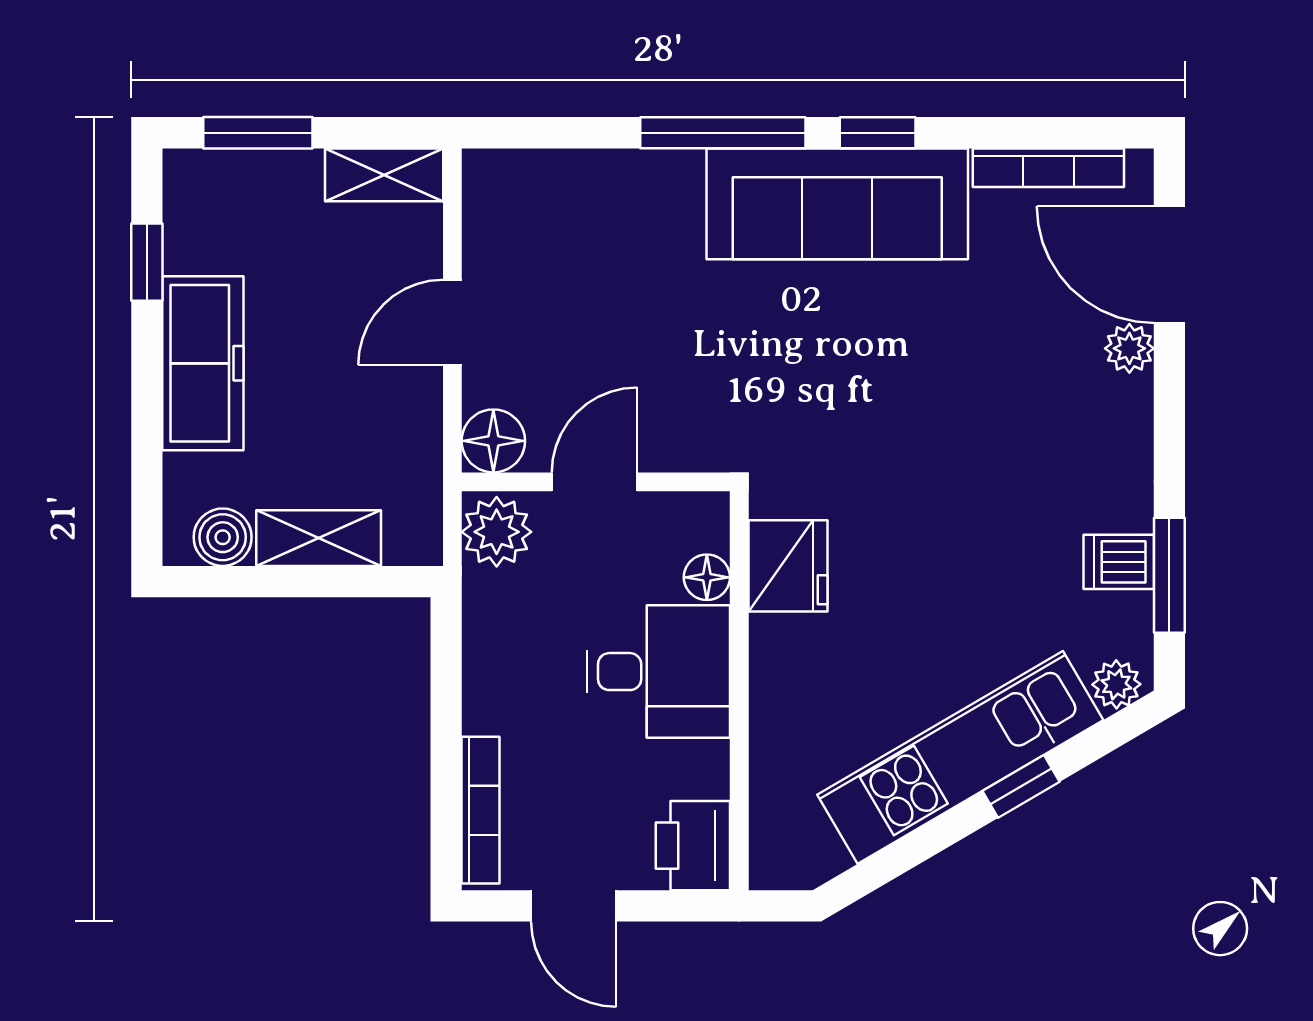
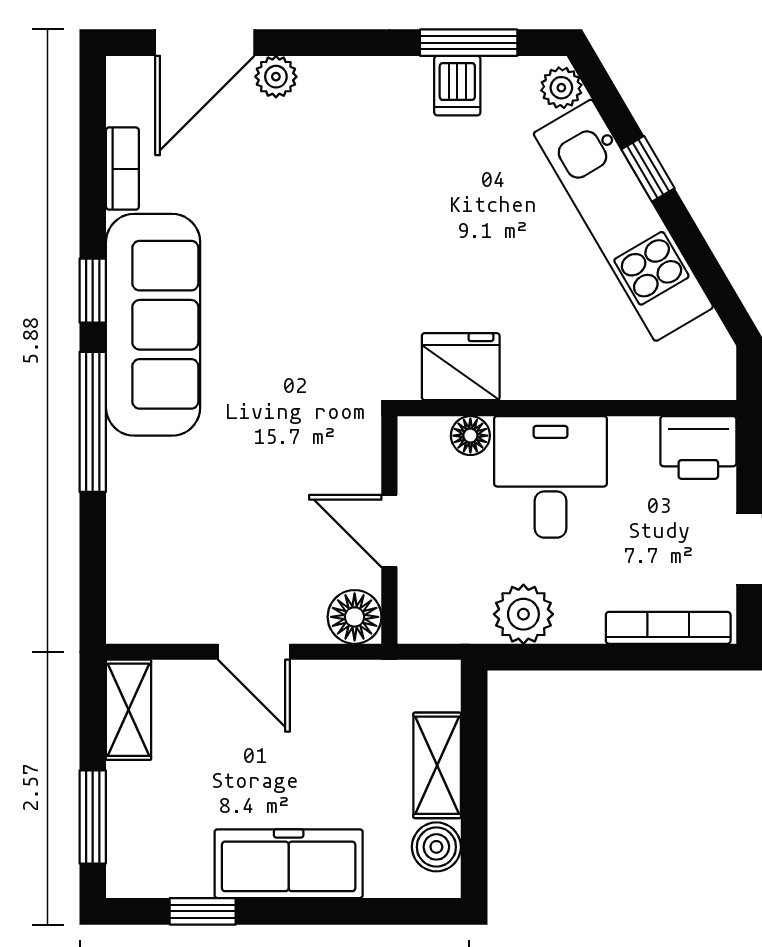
bookcase: (1048, 168) -> (122, 169), width x0.64
plant: (497, 532) -> (523, 614), moved

